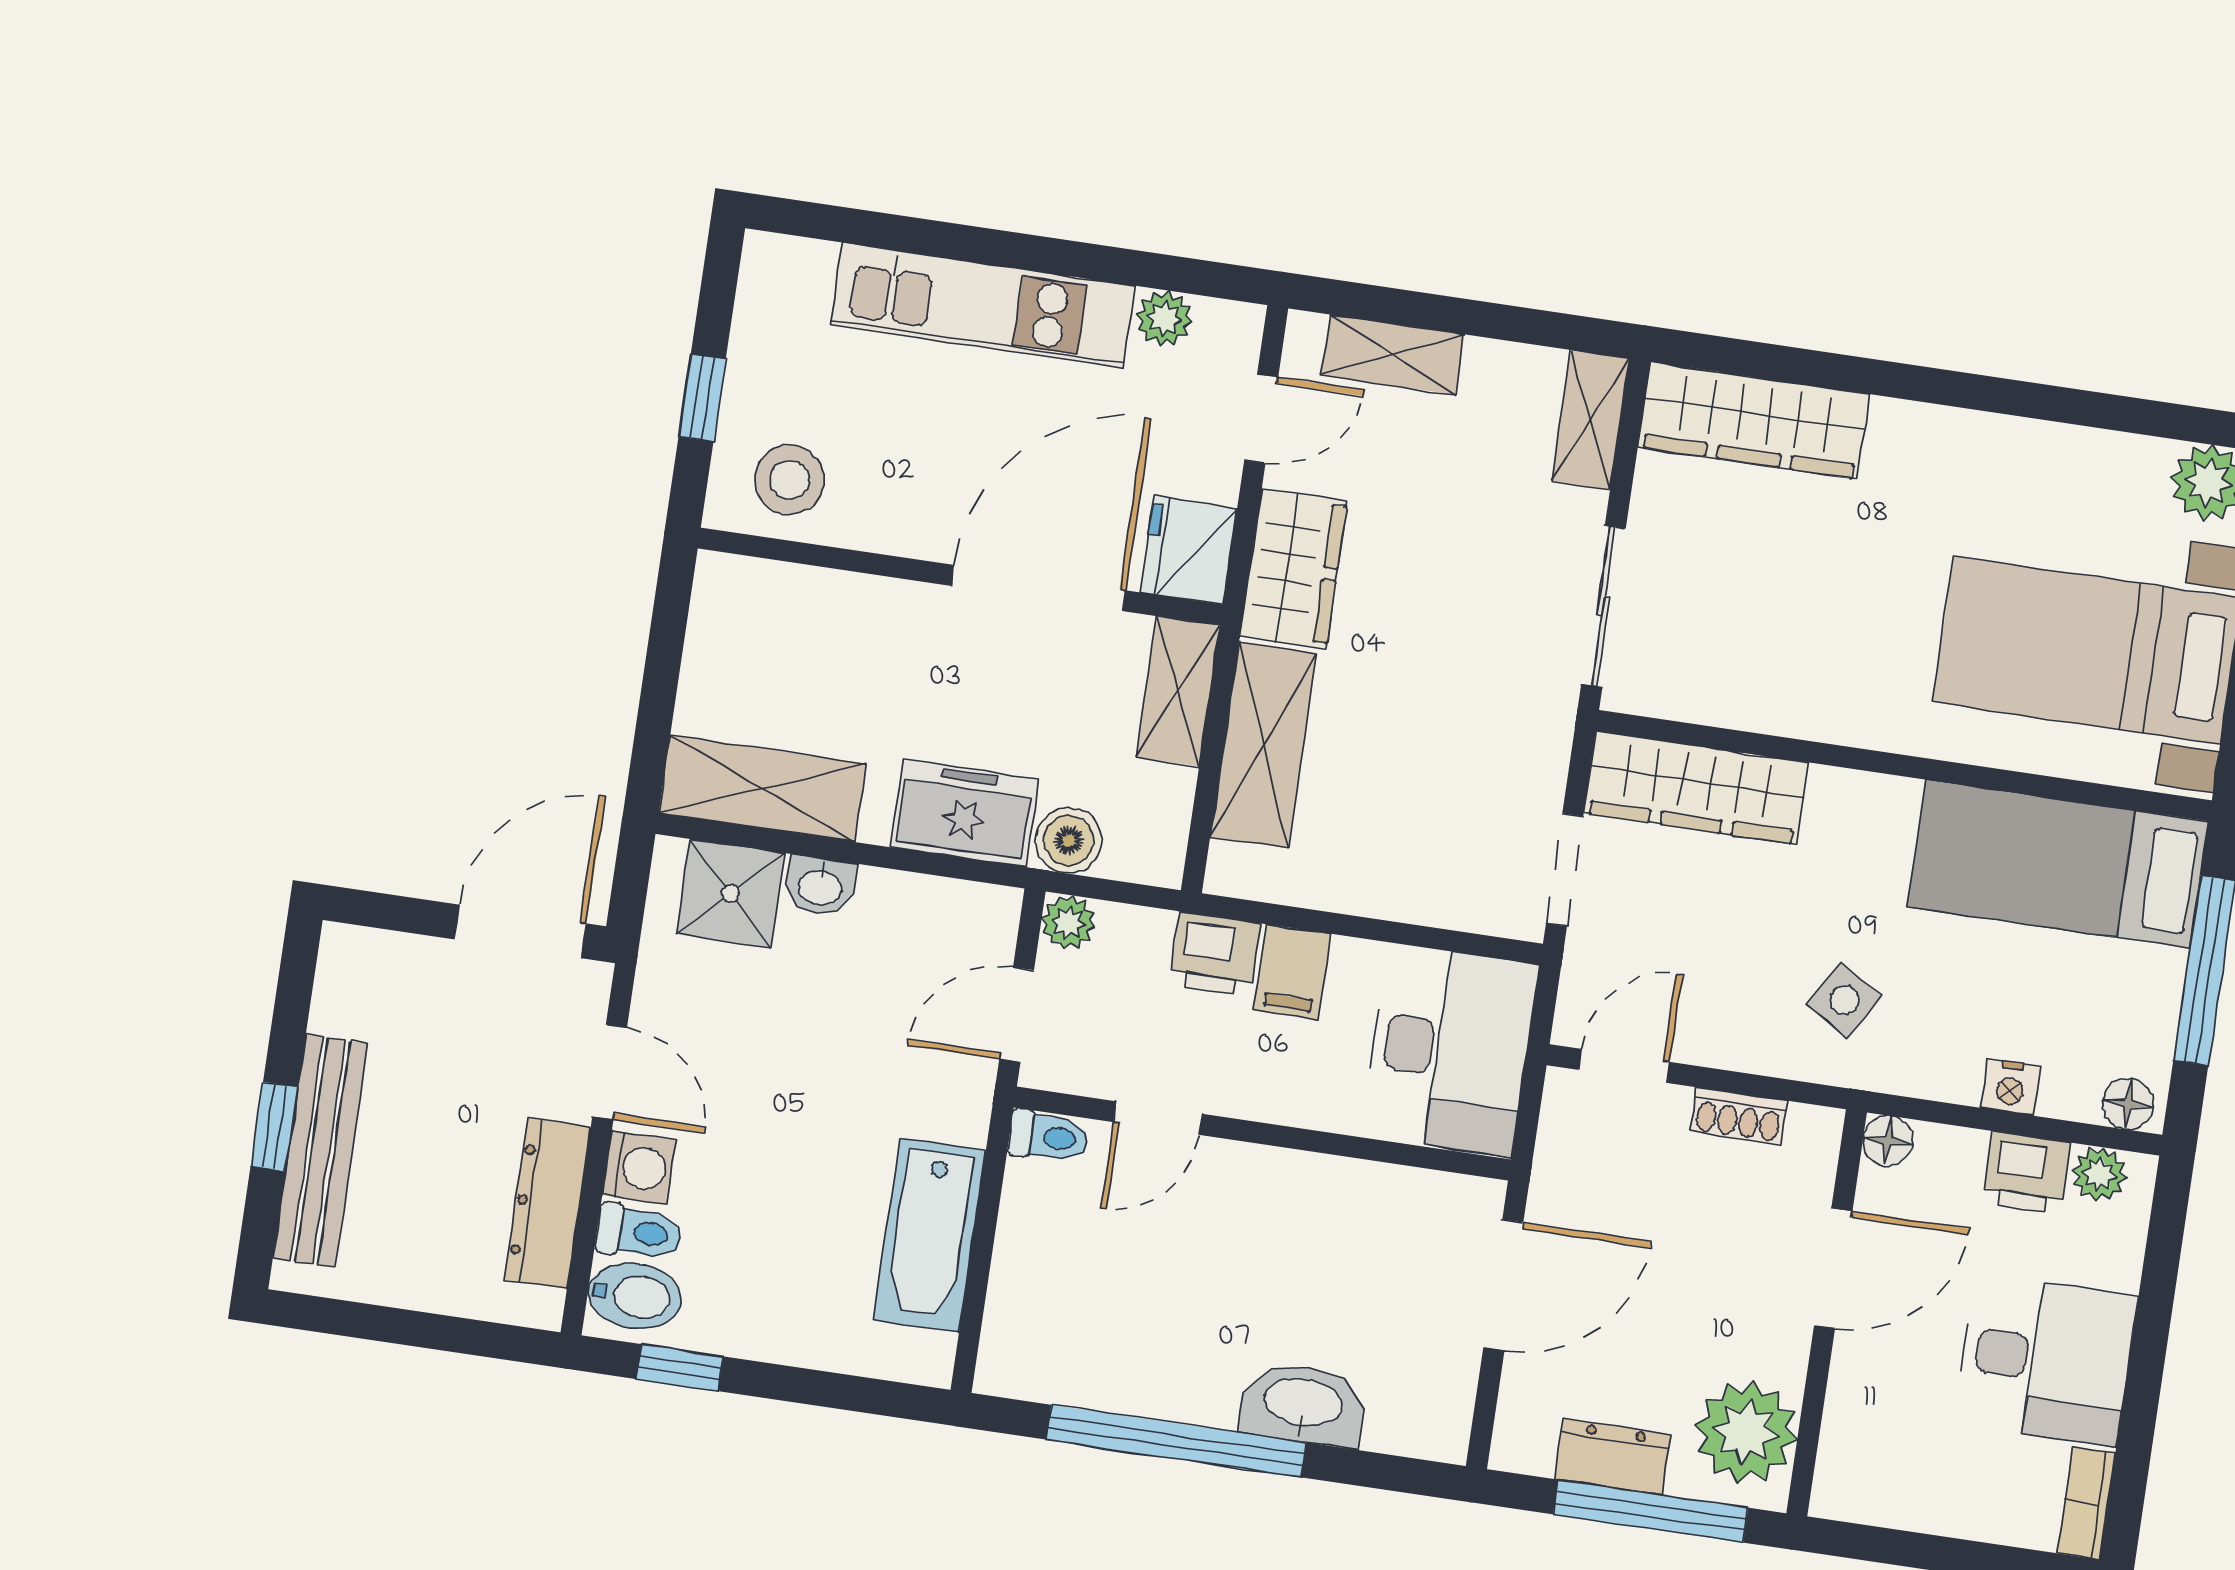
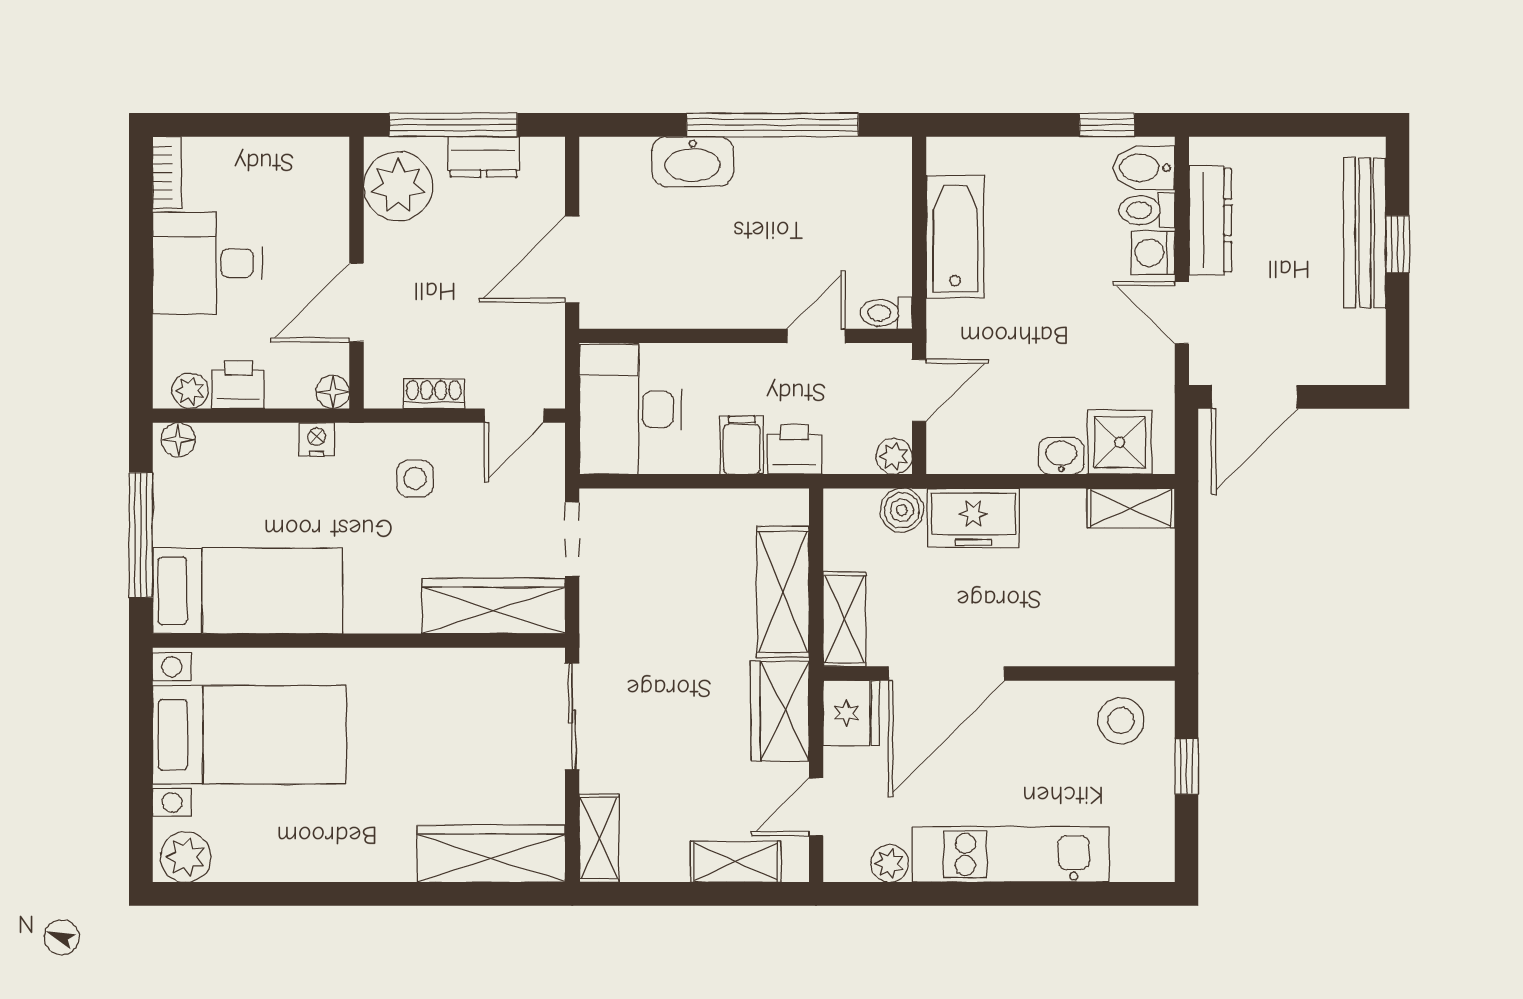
shelving: (762, 788) -> (1131, 508), width x0.67, depth x0.75
side table: (1844, 1000) -> (415, 479), moved, turned -31
nightstand: (2010, 1087) -> (317, 439), moved

